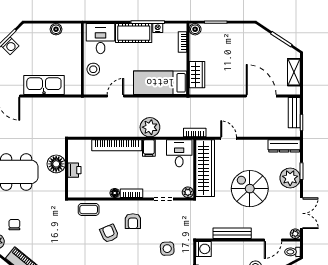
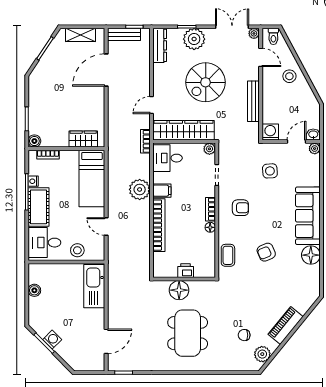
kitchen sink: (44, 85) -> (94, 286), moved
armchair: (109, 233) -> (266, 252), moved

